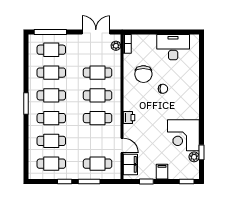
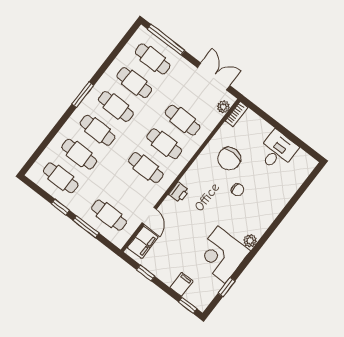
desk: (173, 47) -> (277, 151), width x0.73
plant: (194, 157) -> (250, 241), moved
filing cabinet: (162, 172) -> (182, 284), moved

